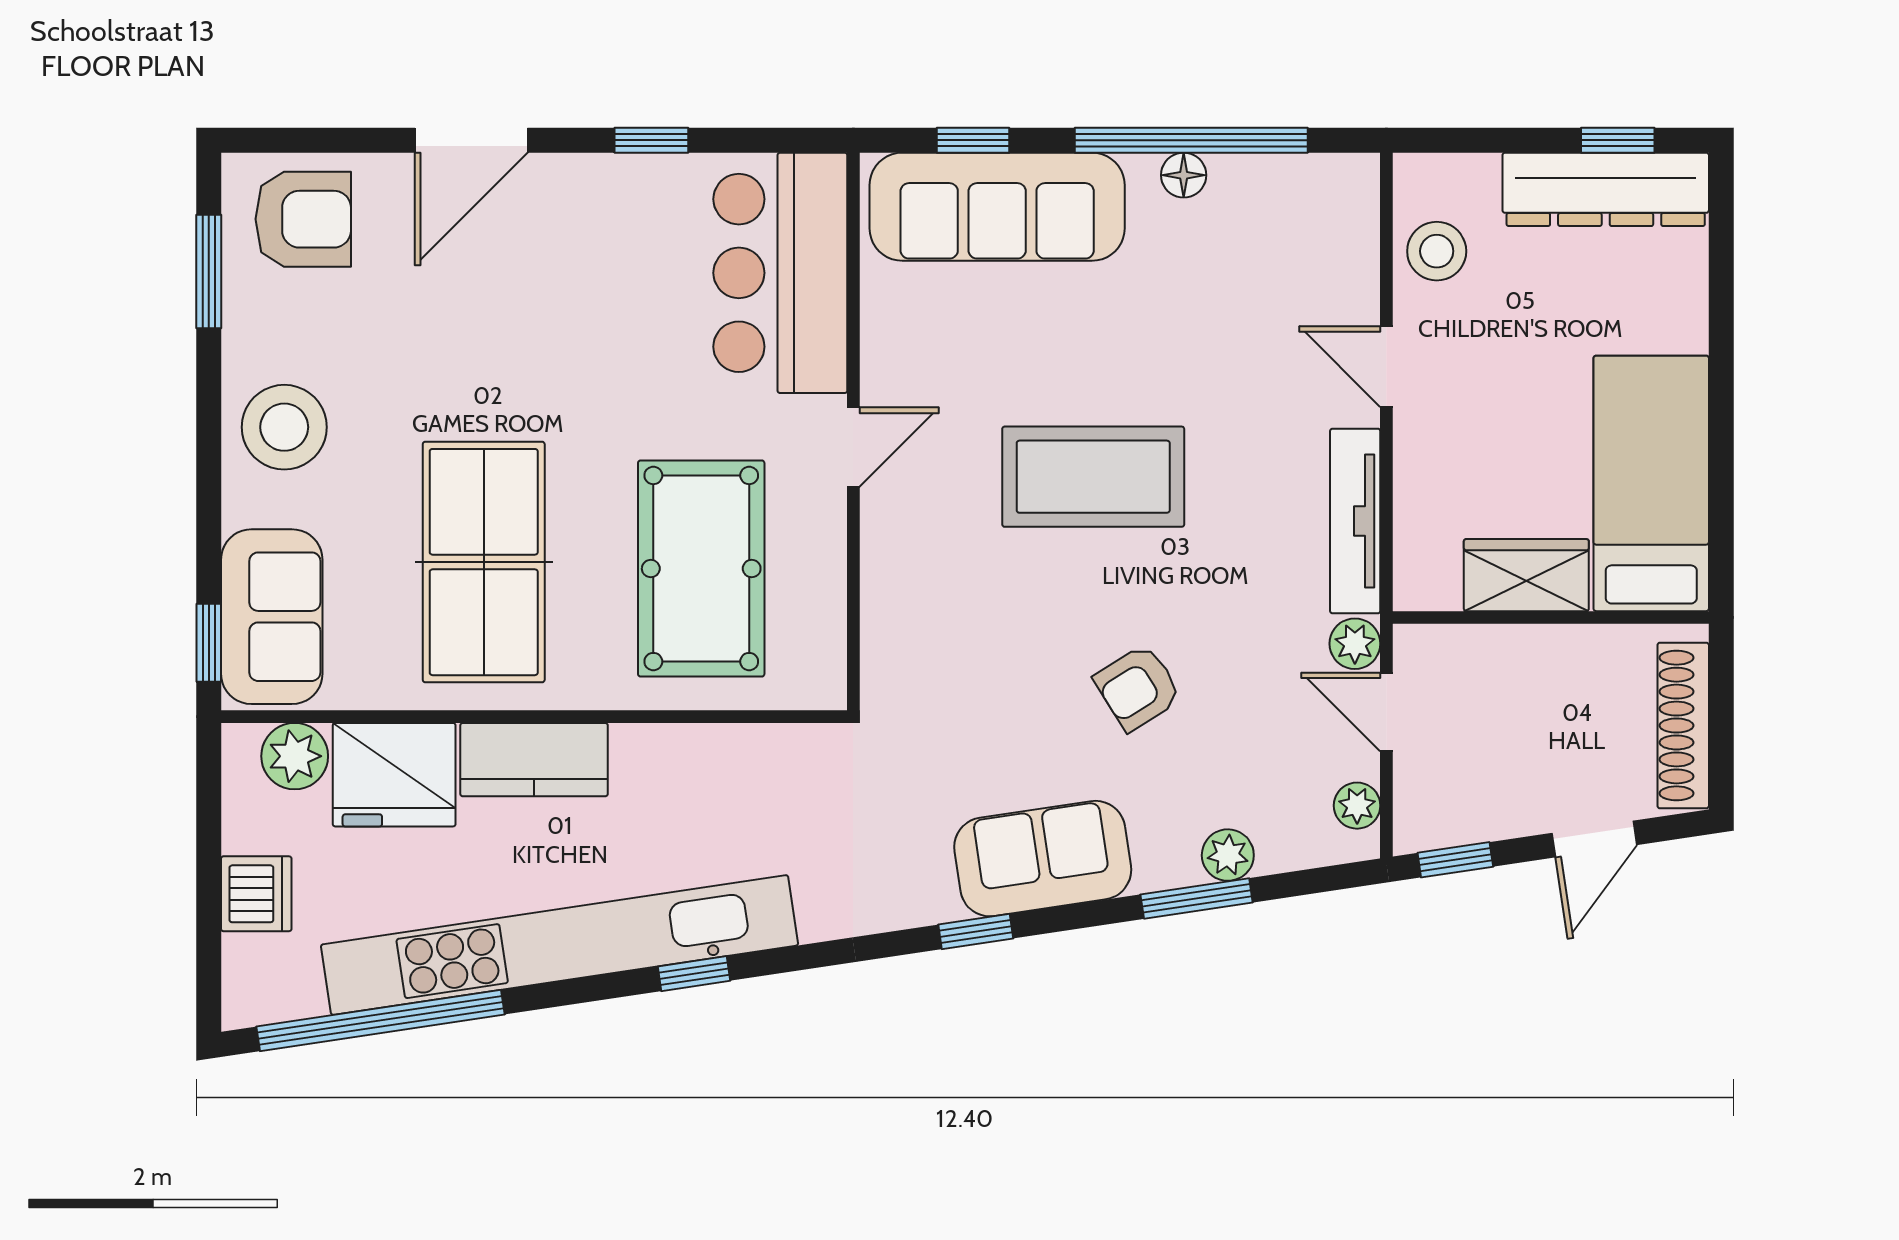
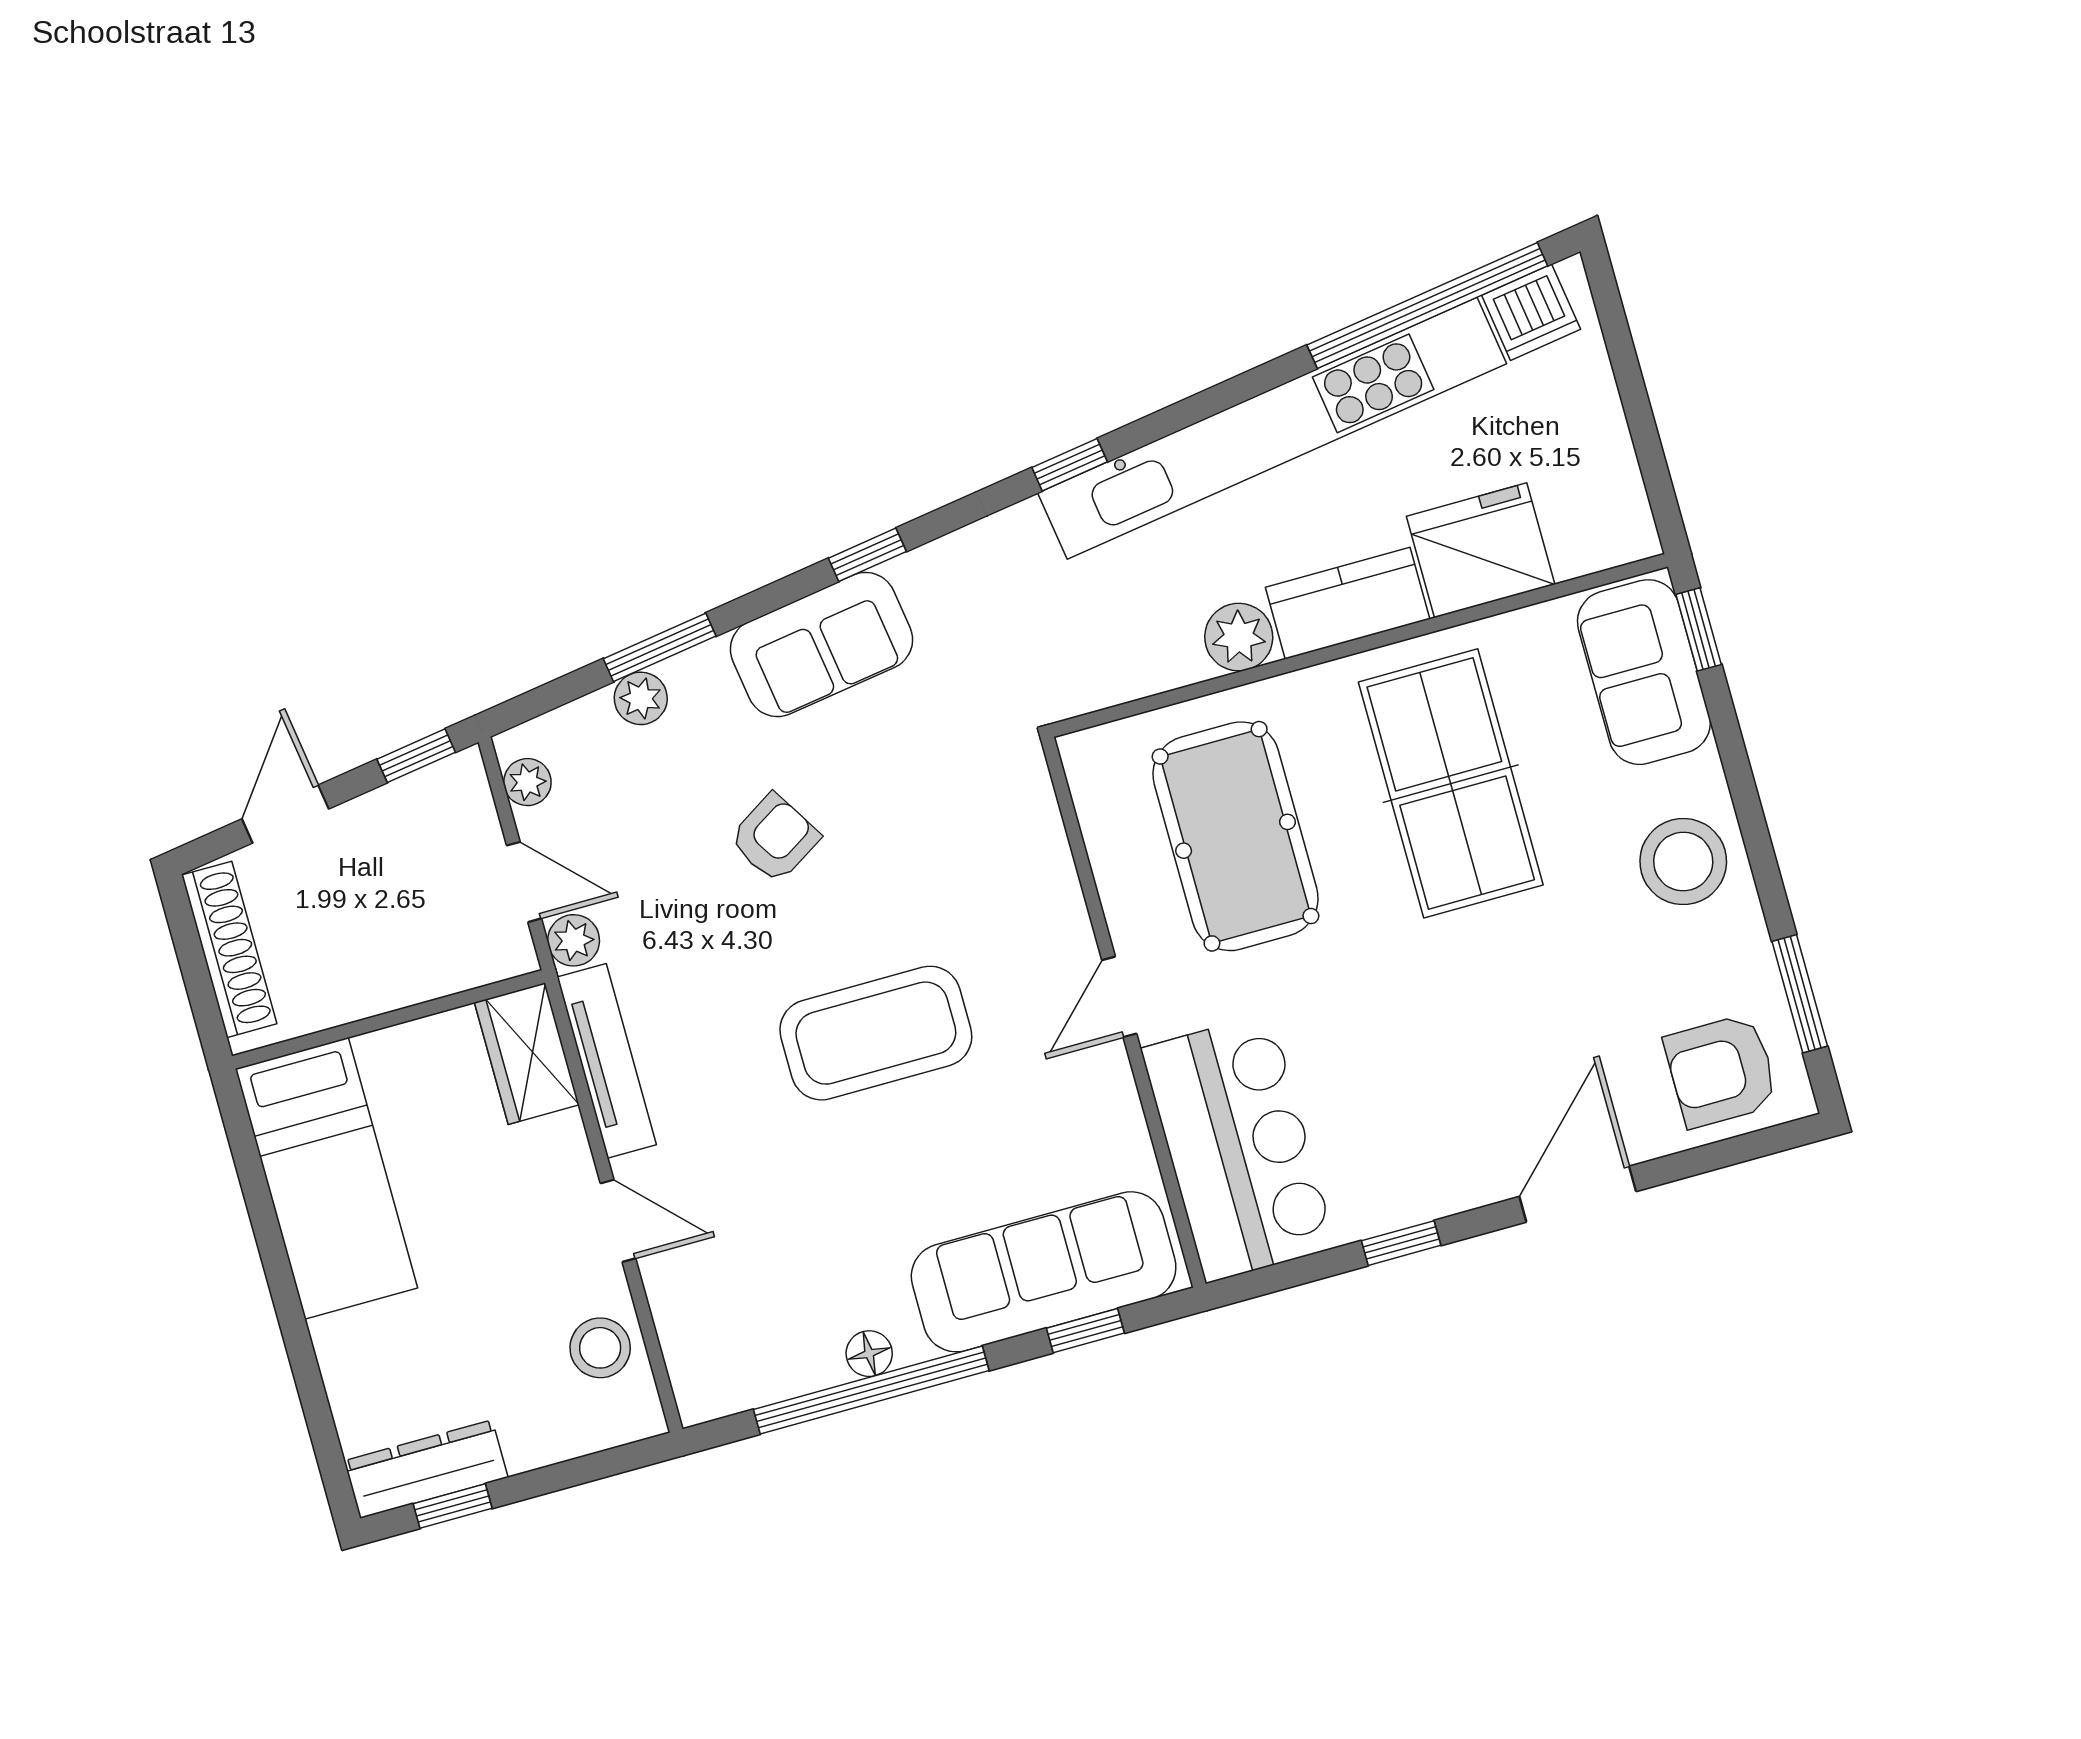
dresser: (1606, 189) -> (426, 1469), width x0.73, depth x0.80
wardrobe: (1526, 575) -> (527, 1054), moved, turned 90
plant: (295, 756) -> (1239, 637), moved
dishwasher: (256, 894) -> (1531, 312), moved, turned -99
window: (694, 974) -> (1070, 465), moved

